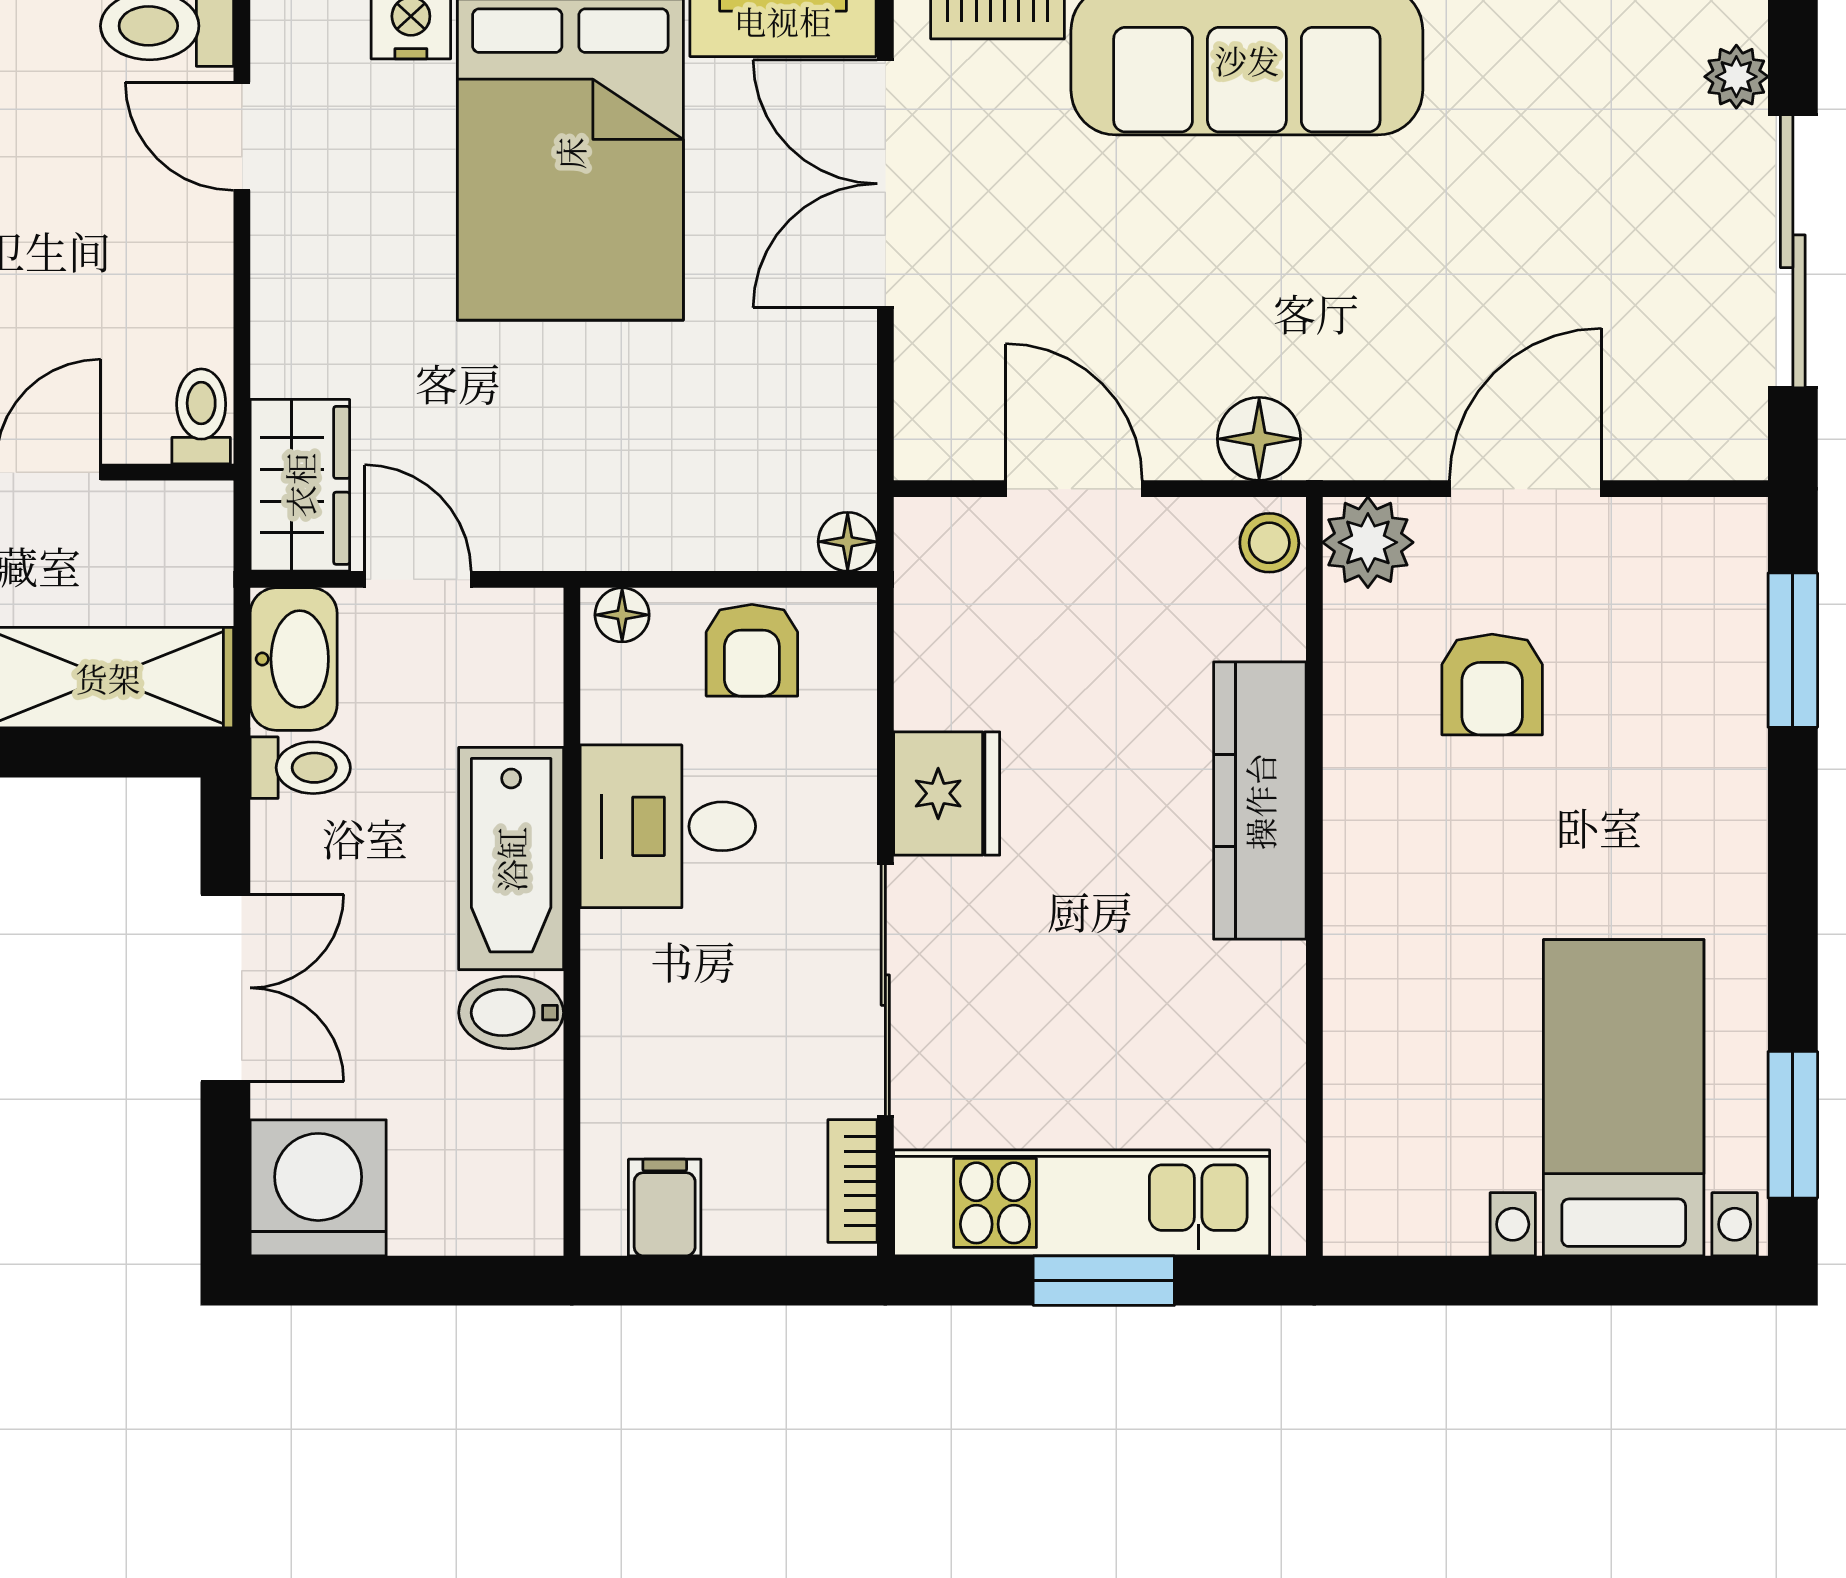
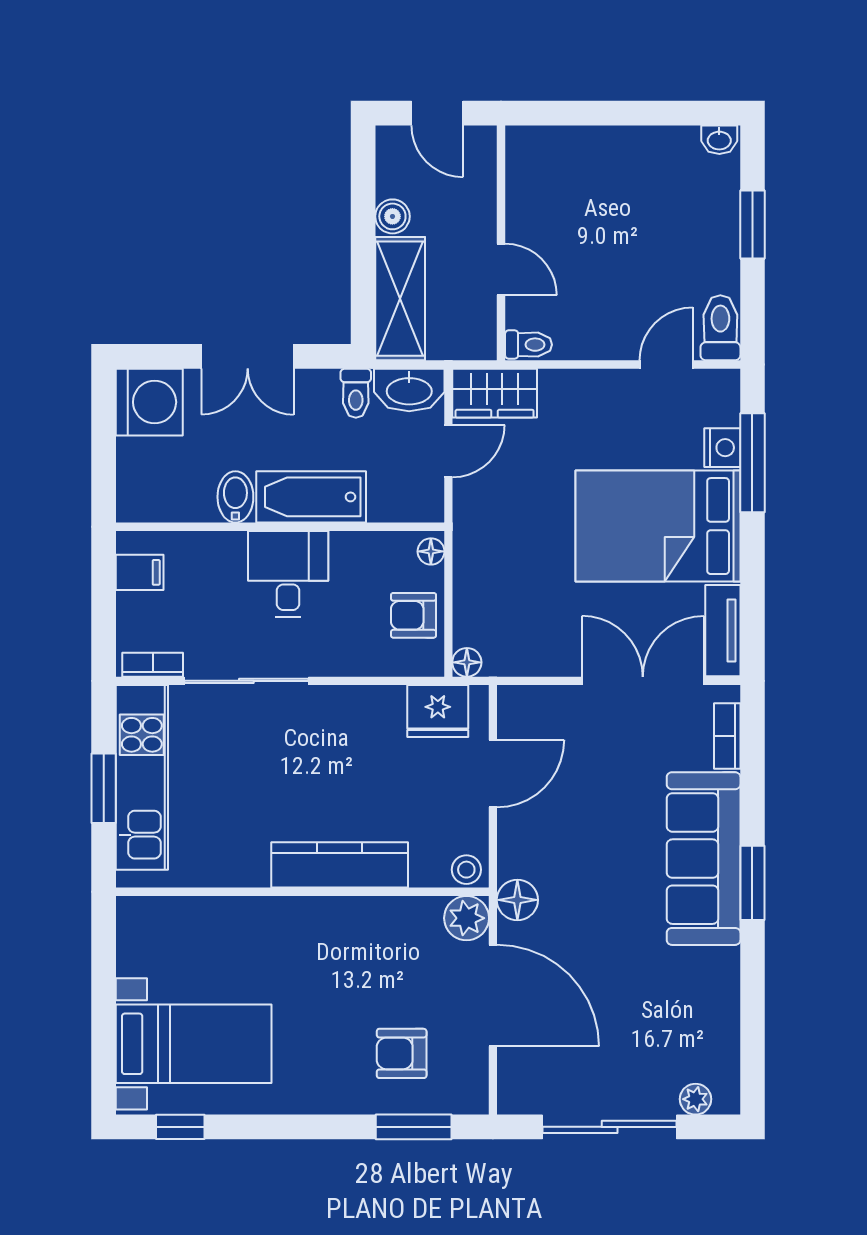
floor lamp: (1259, 439) -> (517, 900), moved
door: (1525, 489) -> (493, 996), width x1.36
armchair: (1492, 685) -> (402, 1053), moved
fridge: (947, 793) -> (438, 711), moved
desk: (668, 826) -> (288, 574), moved
window: (1793, 1125) -> (180, 1127), width x0.67

